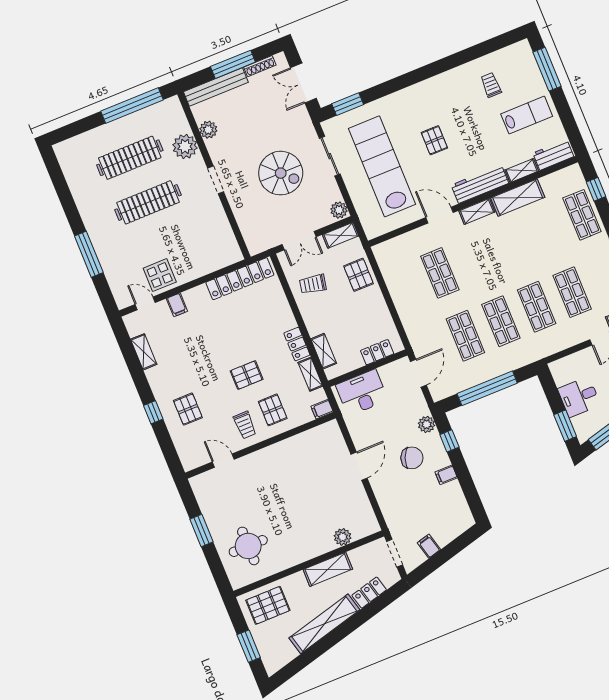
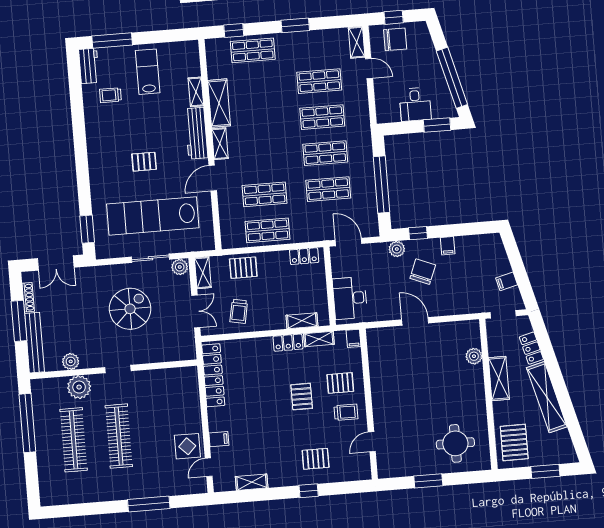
workbench: (553, 155) -> (89, 66), moved, turned 180
sliding door: (330, 156) -> (150, 258), moved
shop shelf: (404, 287) -> (268, 230), added
locker: (377, 352) -> (304, 256), moved, turned -90

